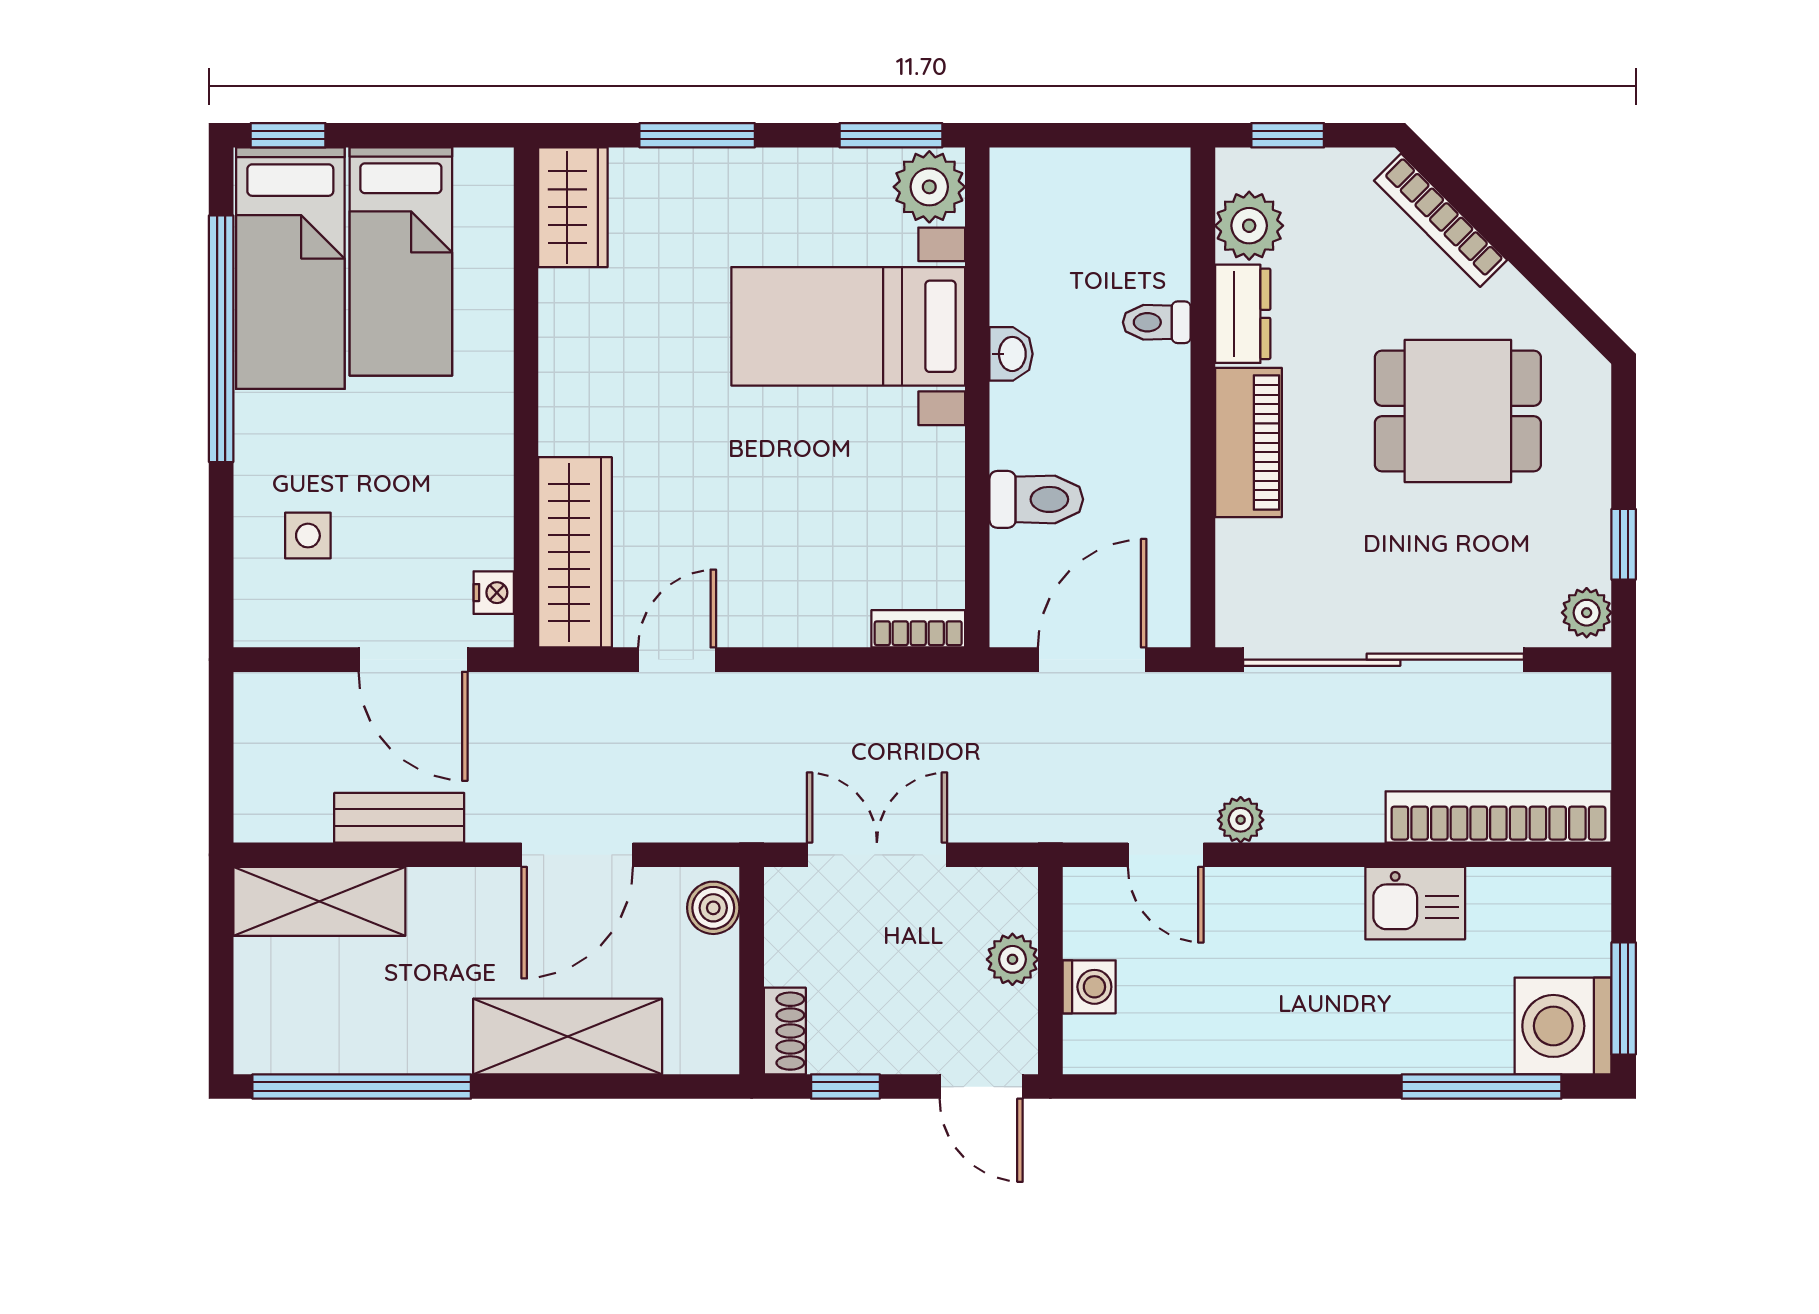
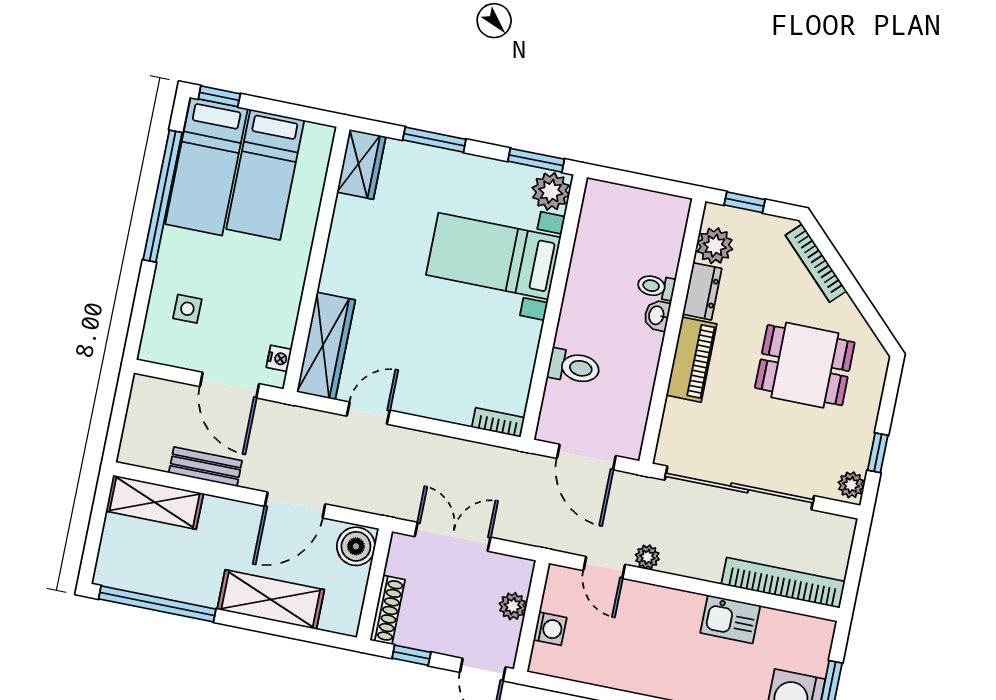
washbasin: (1011, 354) -> (657, 315), moved, turned 180
door: (1092, 660) -> (586, 457), swing flipped
boiler: (713, 908) -> (356, 546), width x1.36, depth x1.36
shoe rack: (785, 1031) -> (387, 610), width x1.43

